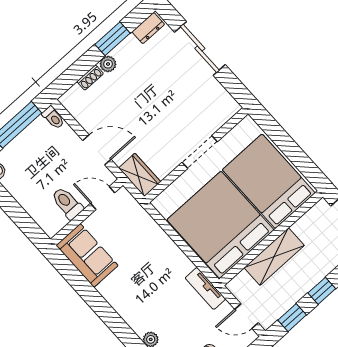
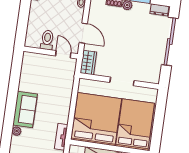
sliding door: (200, 48) -> (170, 42), width x1.36
sofa: (87, 255) -> (25, 109), moved

